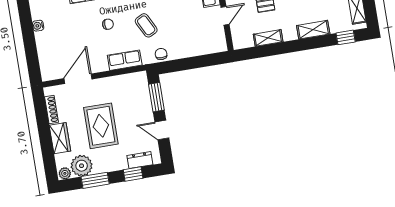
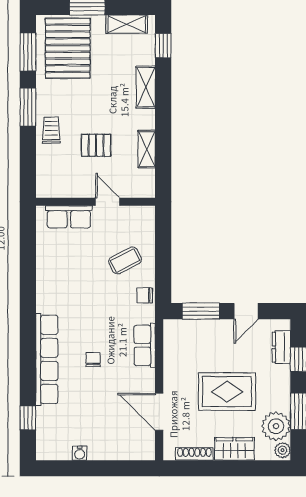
coffee table: (146, 25) -> (125, 260), moved

